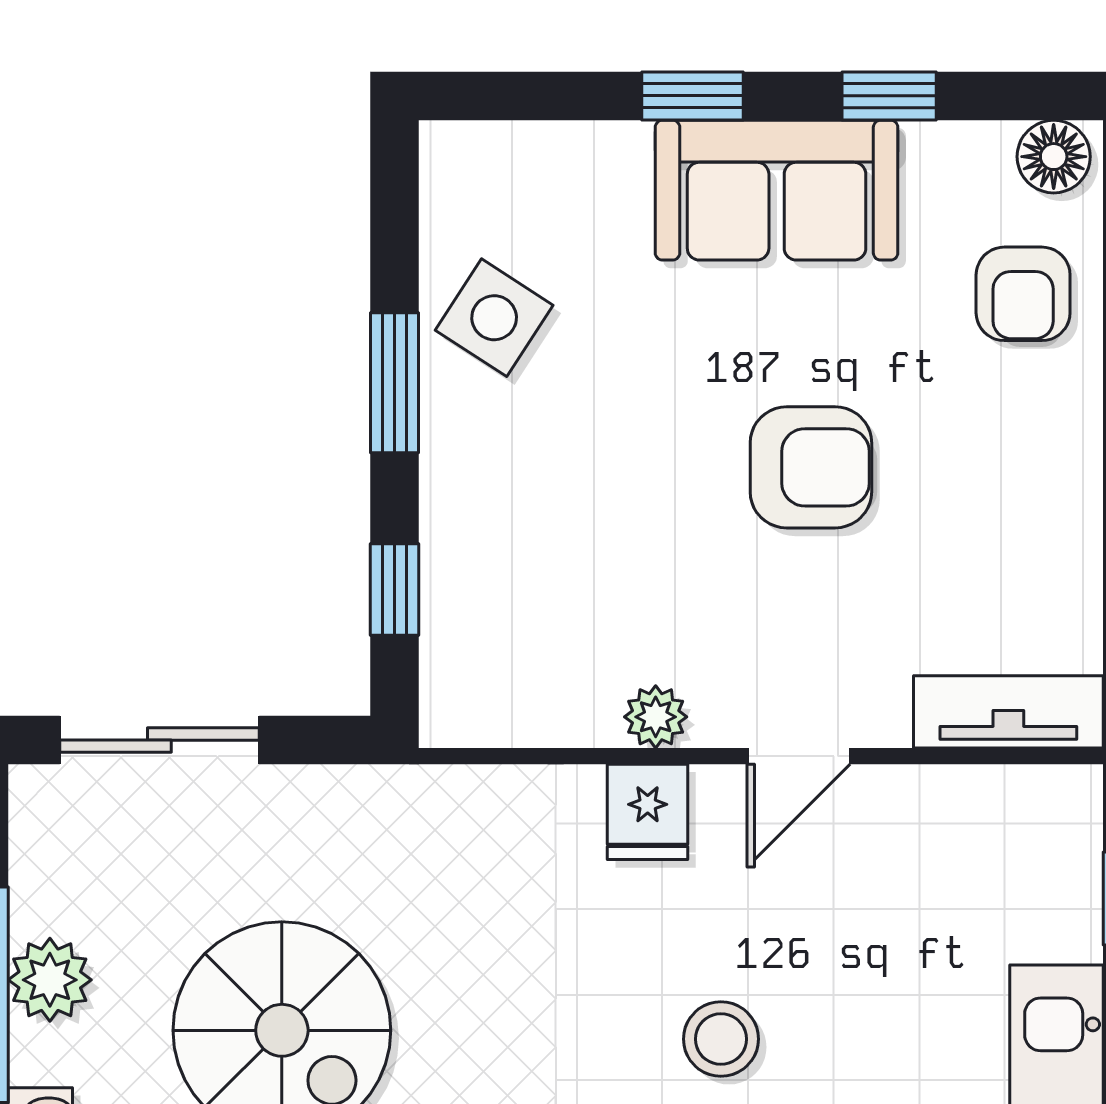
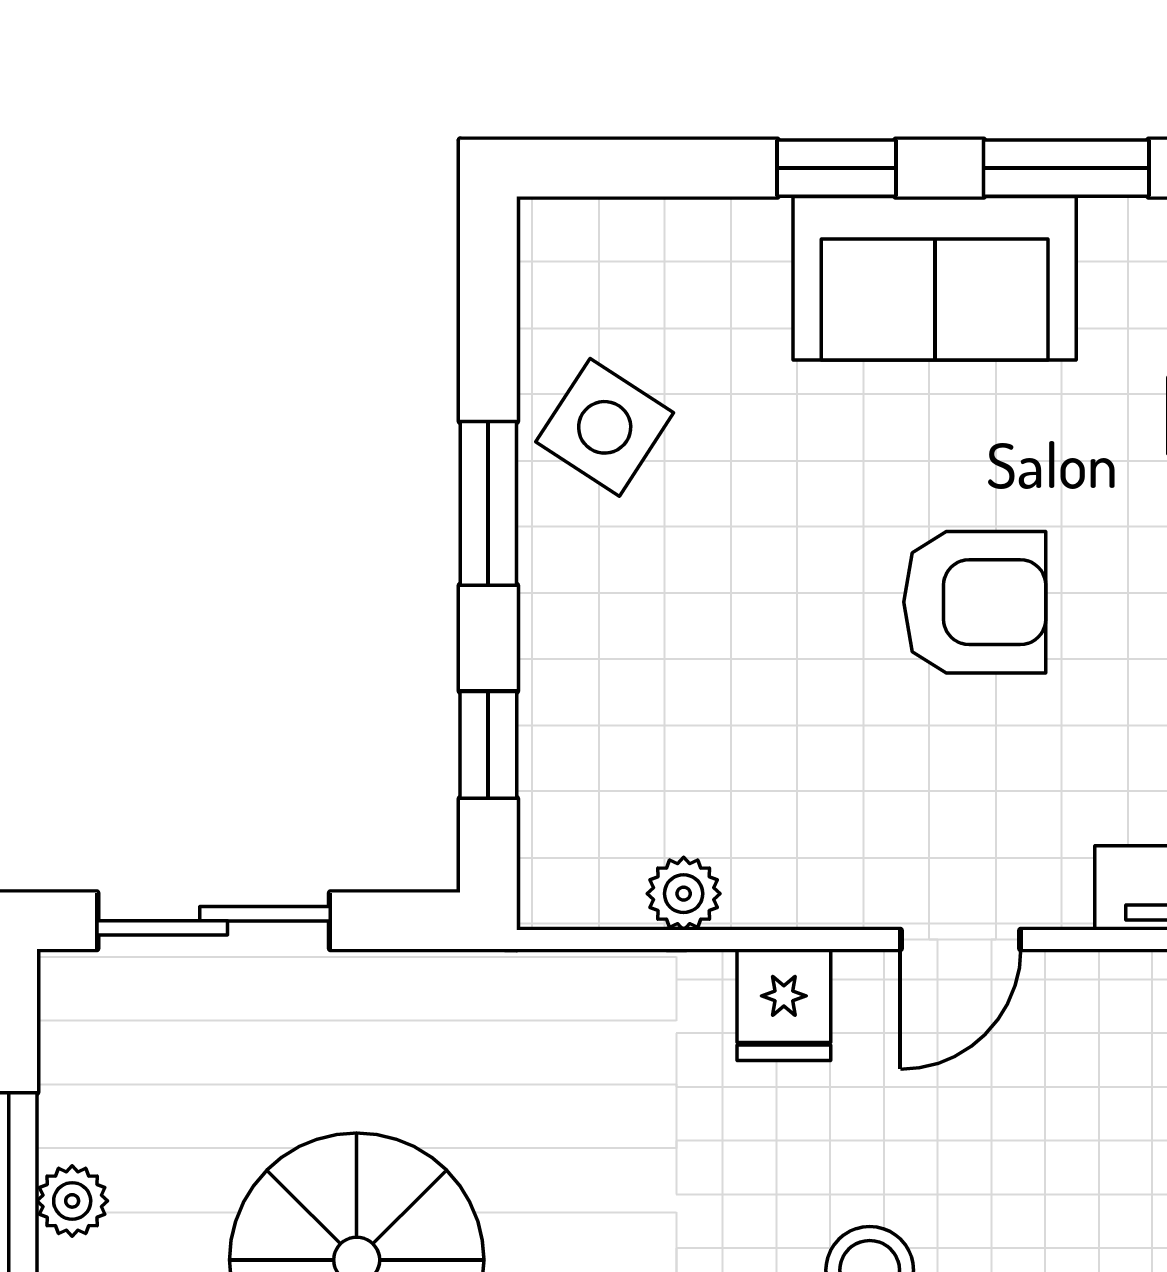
window: (889, 96) -> (1066, 168), width x1.50
plant: (656, 717) -> (684, 894), moved
plant: (50, 980) -> (72, 1201), width x0.73, depth x0.73

